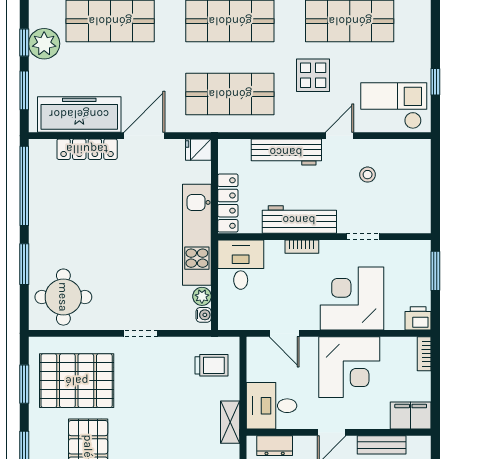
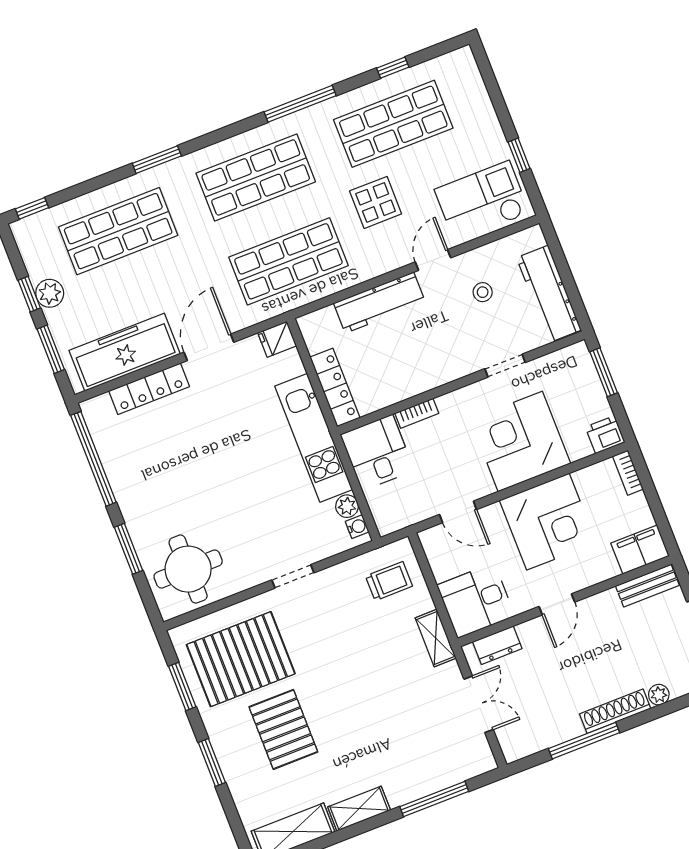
plant: (44, 44) -> (50, 293), width x0.73, depth x0.73
workbench: (299, 220) -> (549, 294), moved, turned -90
bookcase: (302, 247) -> (417, 413), moved
bench: (382, 445) -> (647, 586), moved

